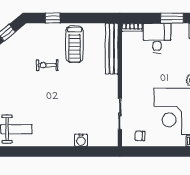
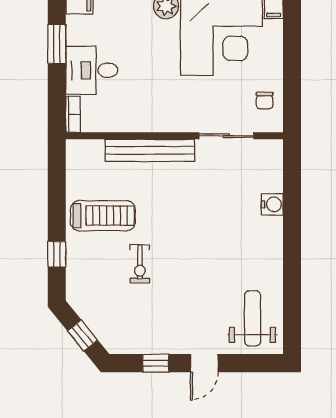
bench: (112, 49) -> (150, 150), moved

